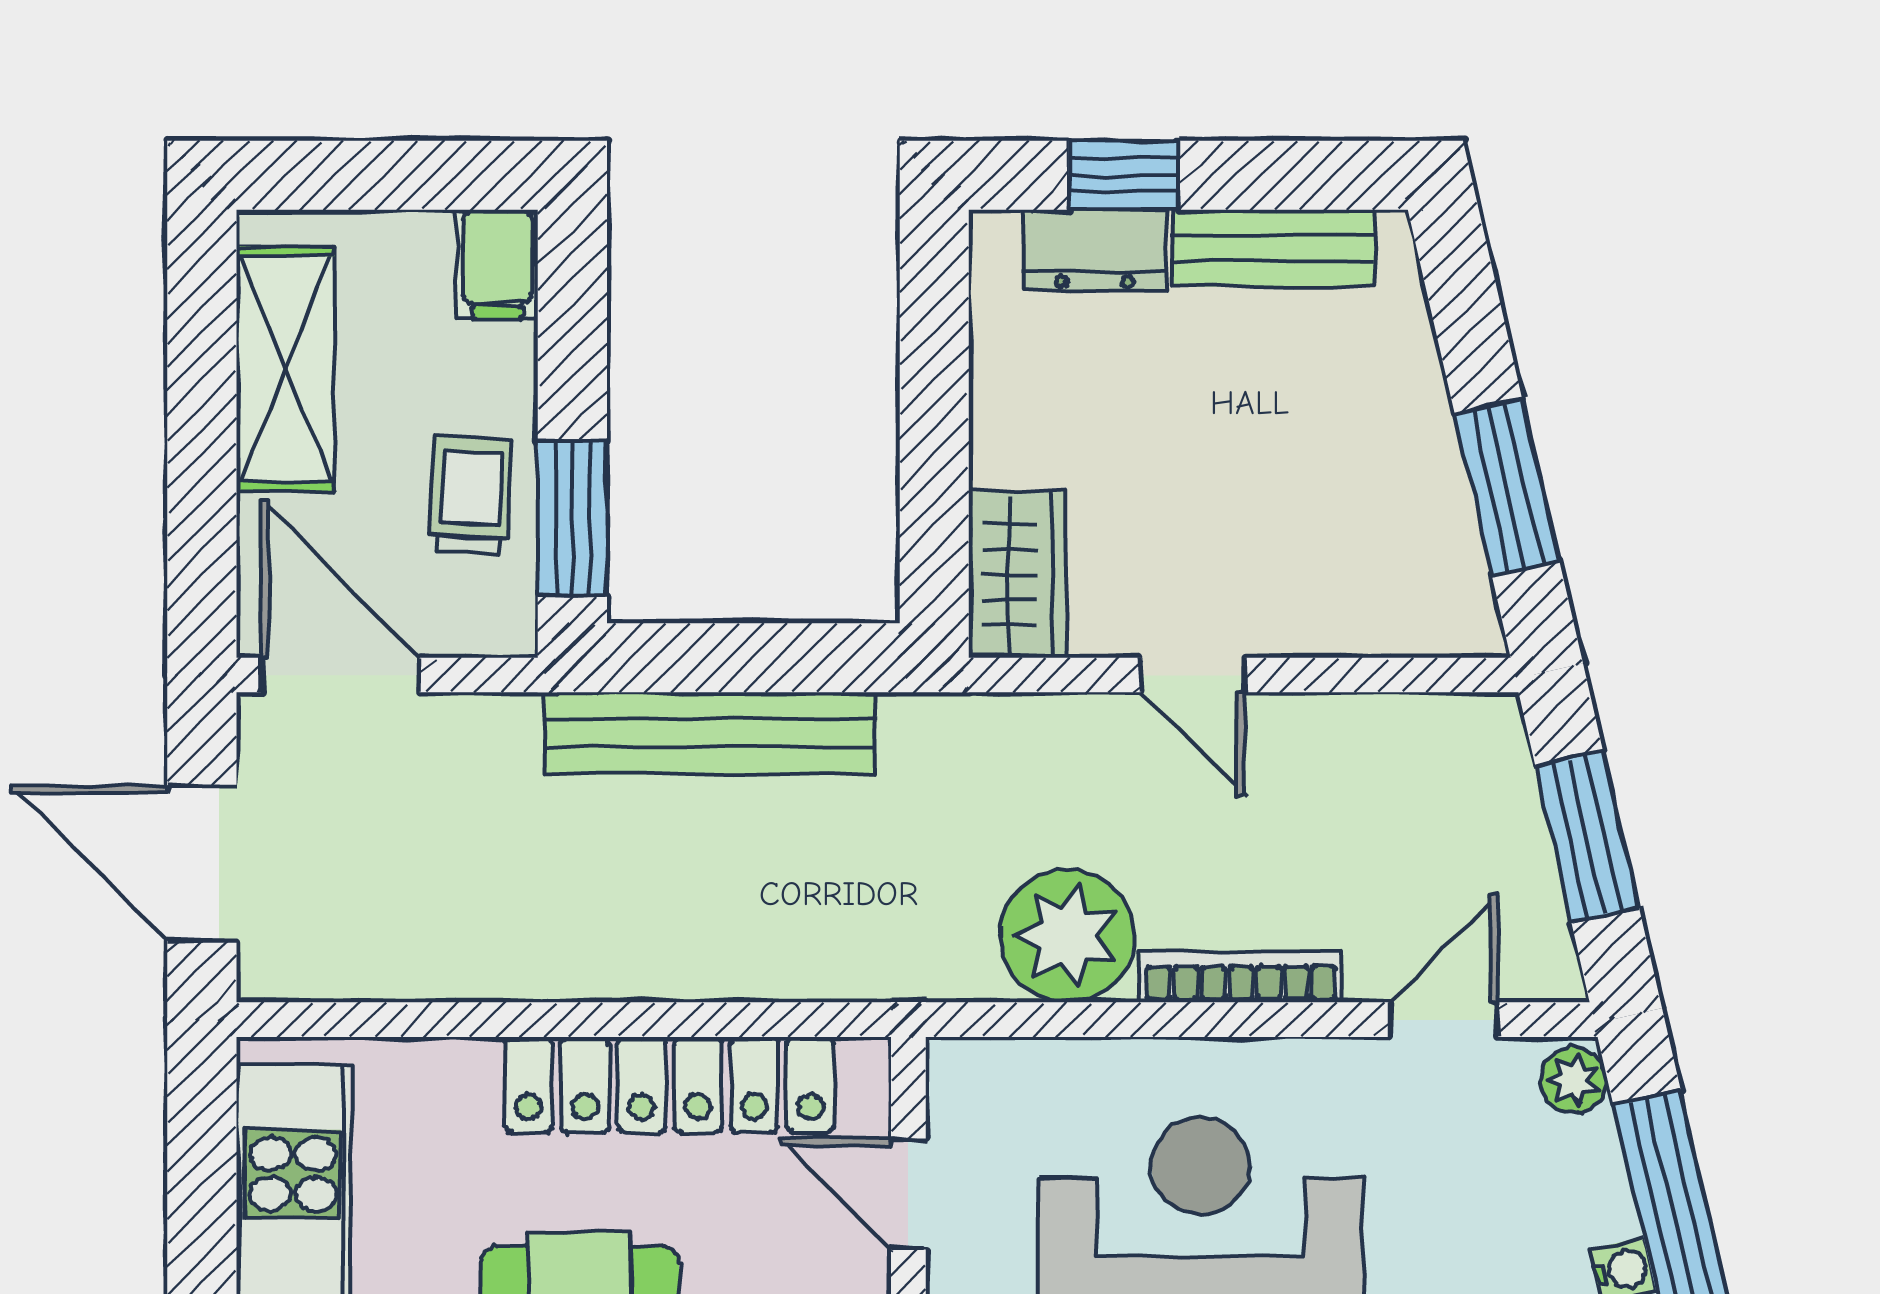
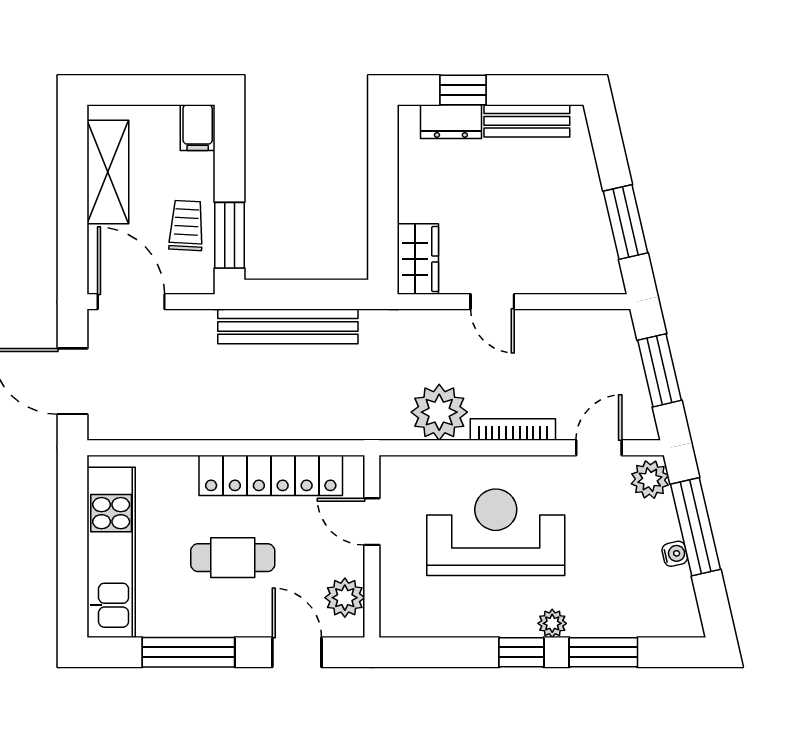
plant: (1574, 1080) -> (650, 480), width x1.38, depth x1.38

